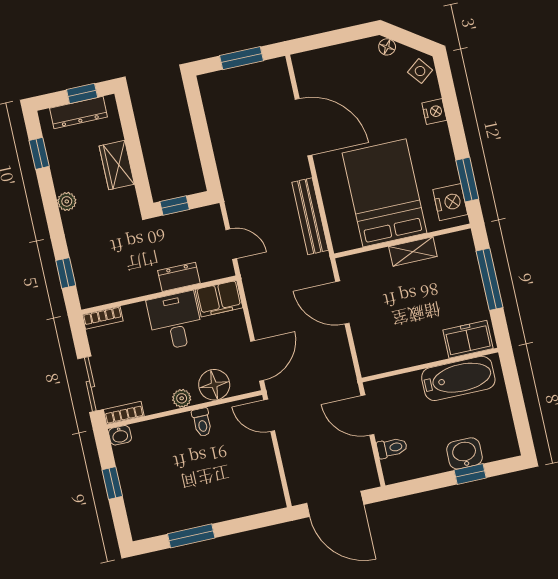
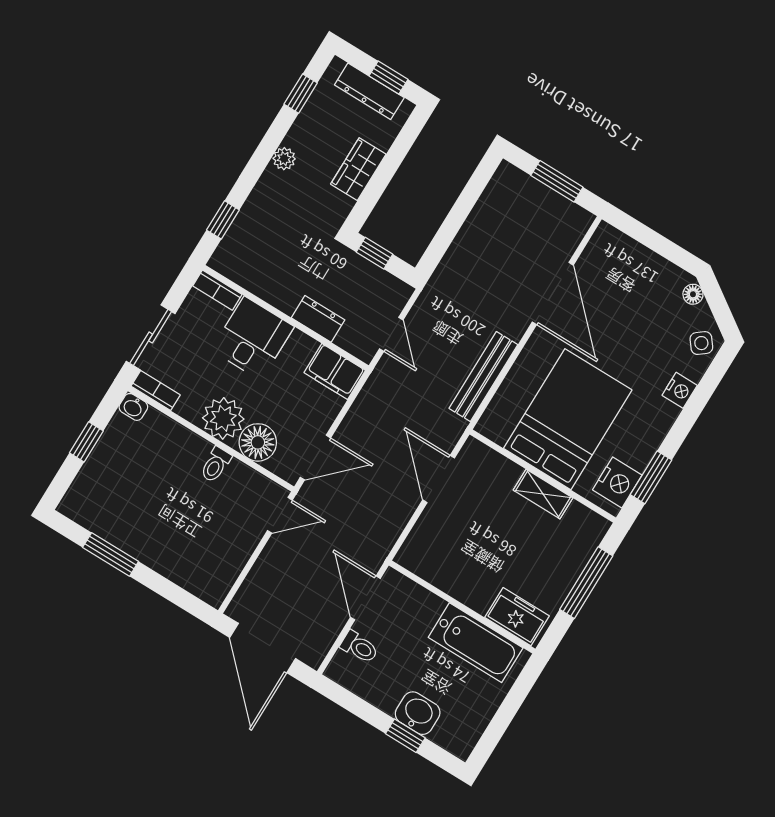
desk: (175, 321) -> (253, 338), moved
plant: (182, 398) -> (223, 418), width x1.88, depth x1.88
door: (269, 415) -> (280, 515), swing flipped

